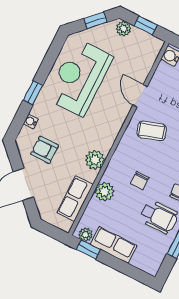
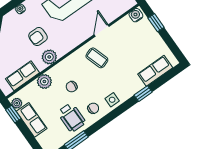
armchair: (45, 150) -> (38, 37), moved, turned -90

